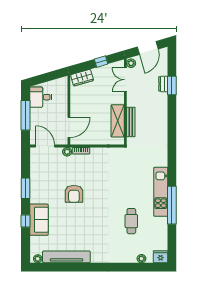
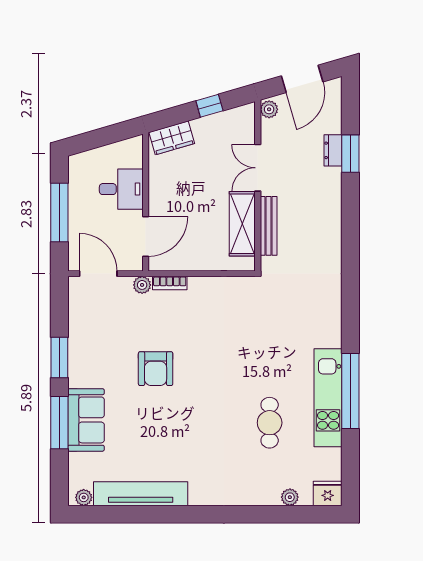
double door: (125, 80) -> (258, 168), moved
desk: (41, 97) -> (121, 189), moved, turned 180
kitchen unit: (161, 192) -> (328, 398), moved
window: (25, 221) -> (59, 423), width x2.17

